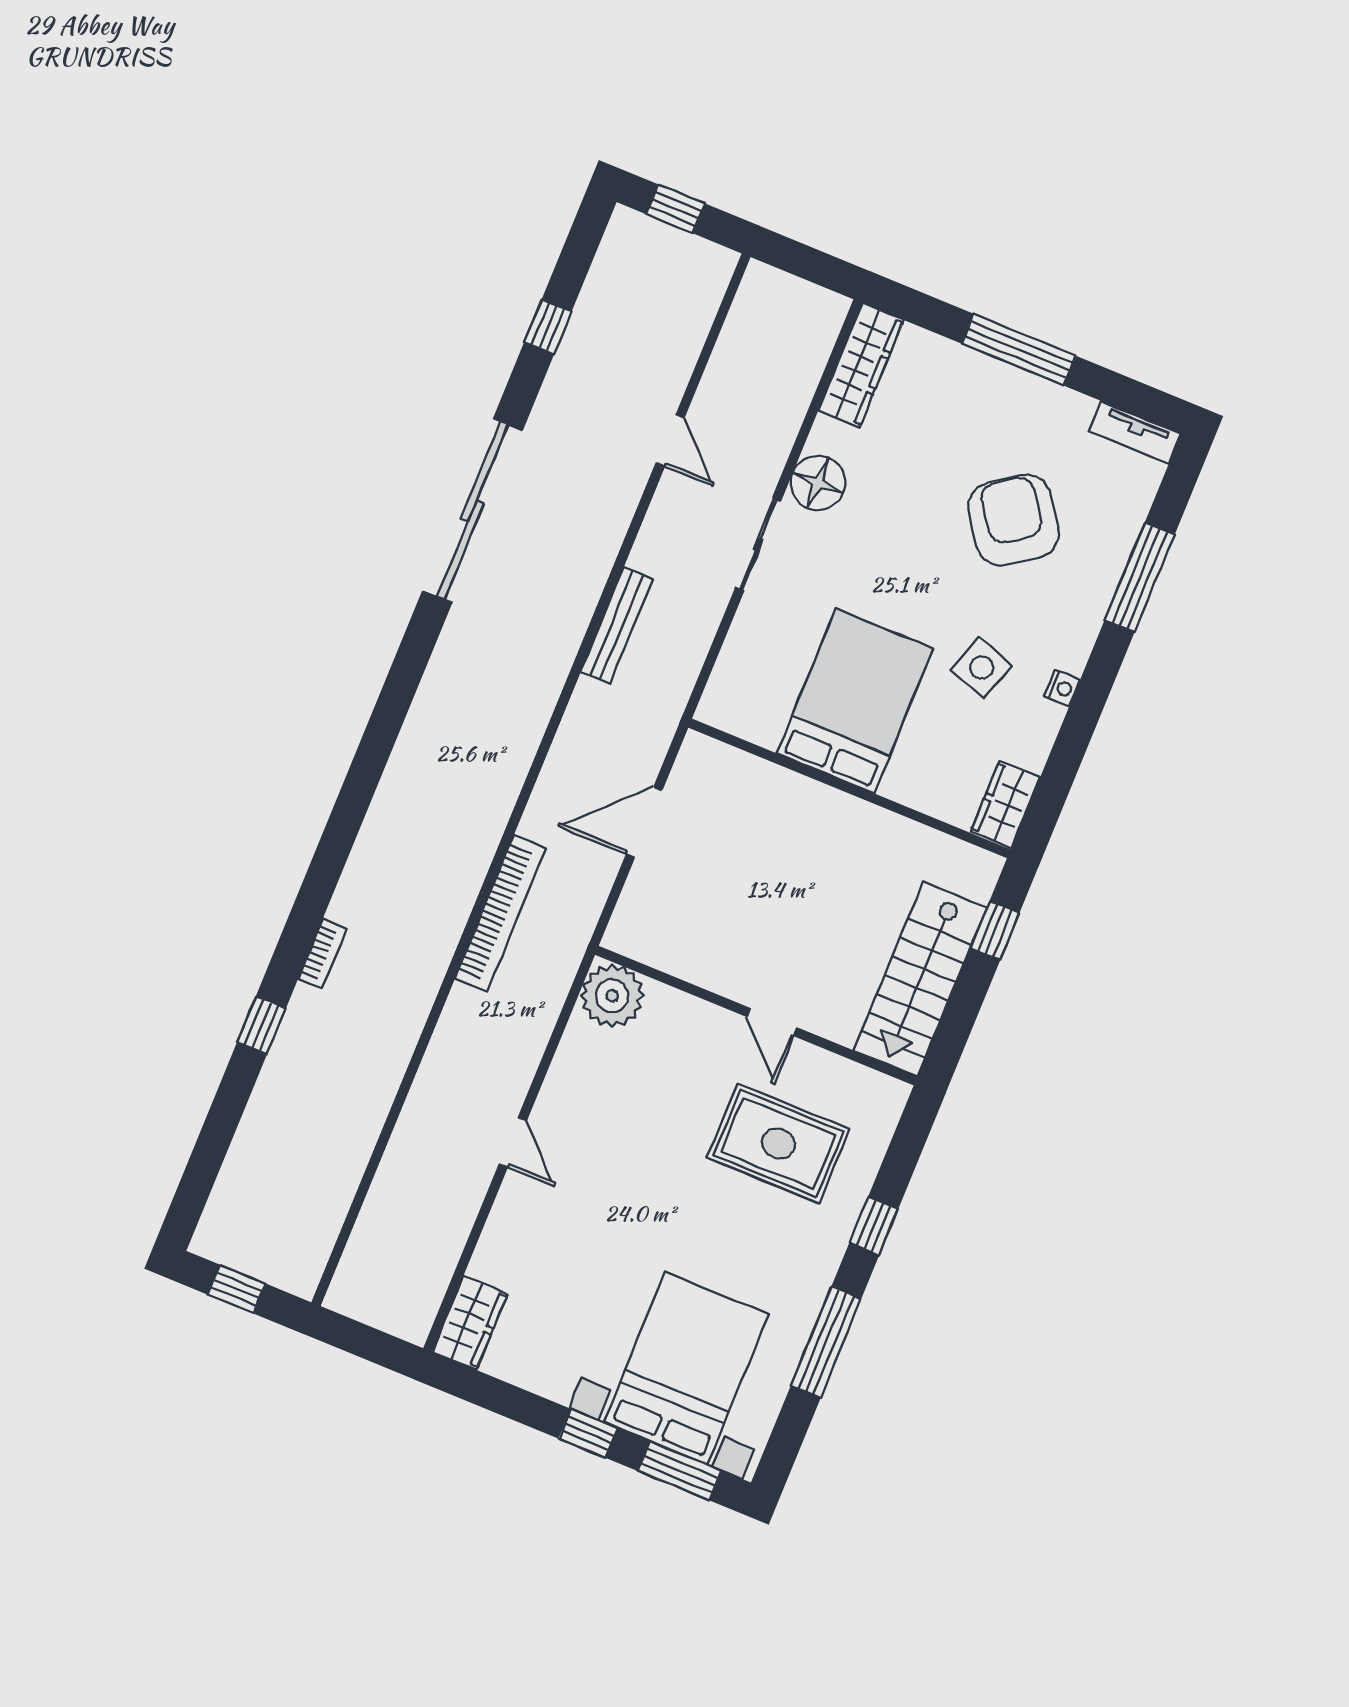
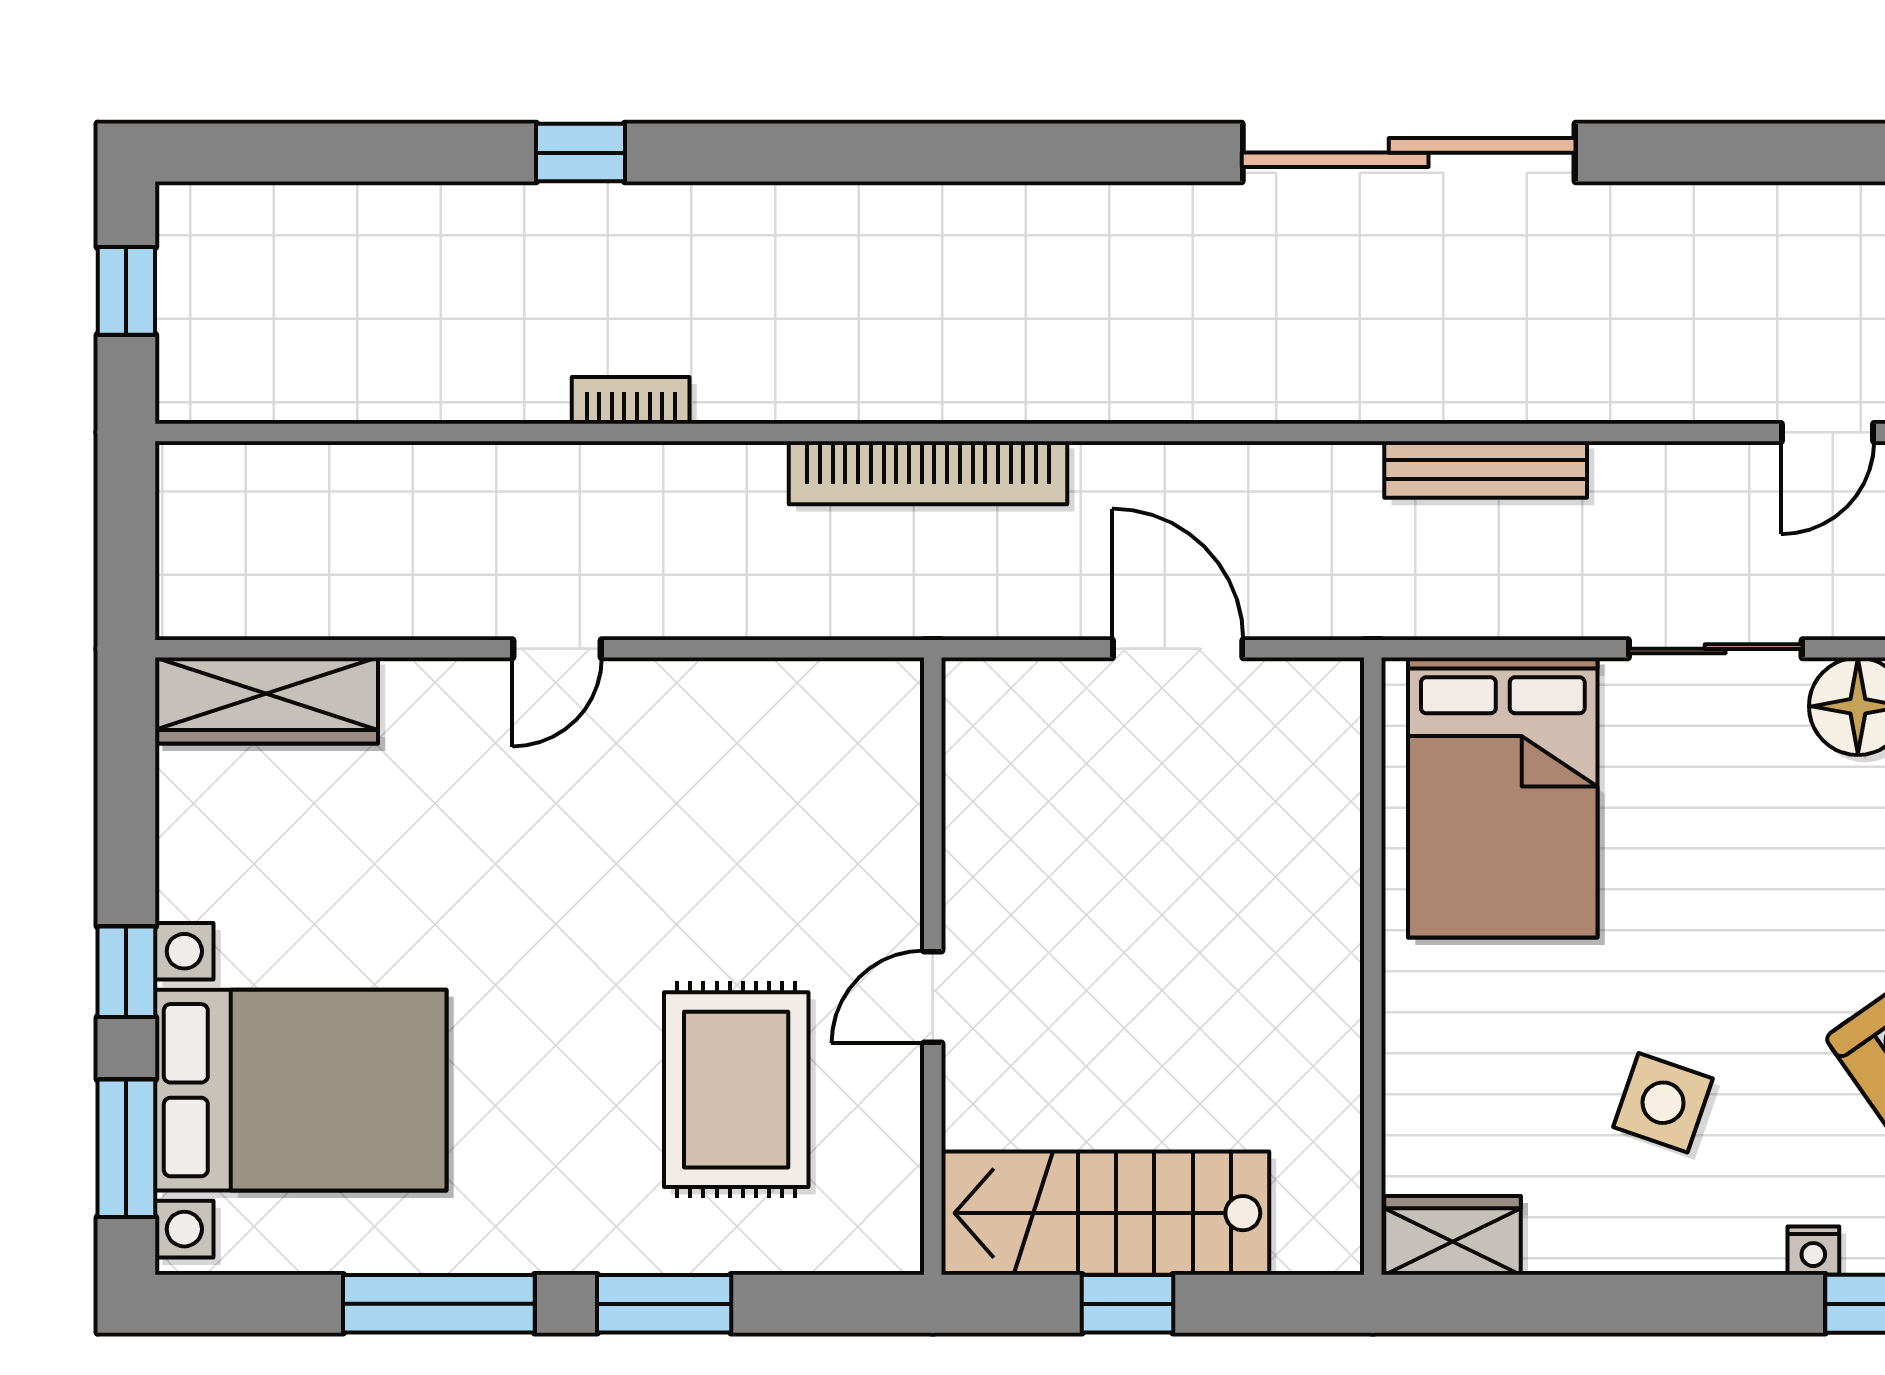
sliding door: (473, 511) -> (1409, 153), moved
nightstand: (1062, 688) -> (1813, 1251), moved
bed: (855, 701) -> (1503, 798), moved, turned 90
window: (995, 930) -> (1127, 1304), moved
bookcase: (322, 954) -> (631, 400), moved, turned 180
plant: (612, 996) -> (868, 714), removed
window: (874, 1226) -> (664, 1304), width x1.50
wardrobe: (470, 1323) -> (267, 701), width x1.50

